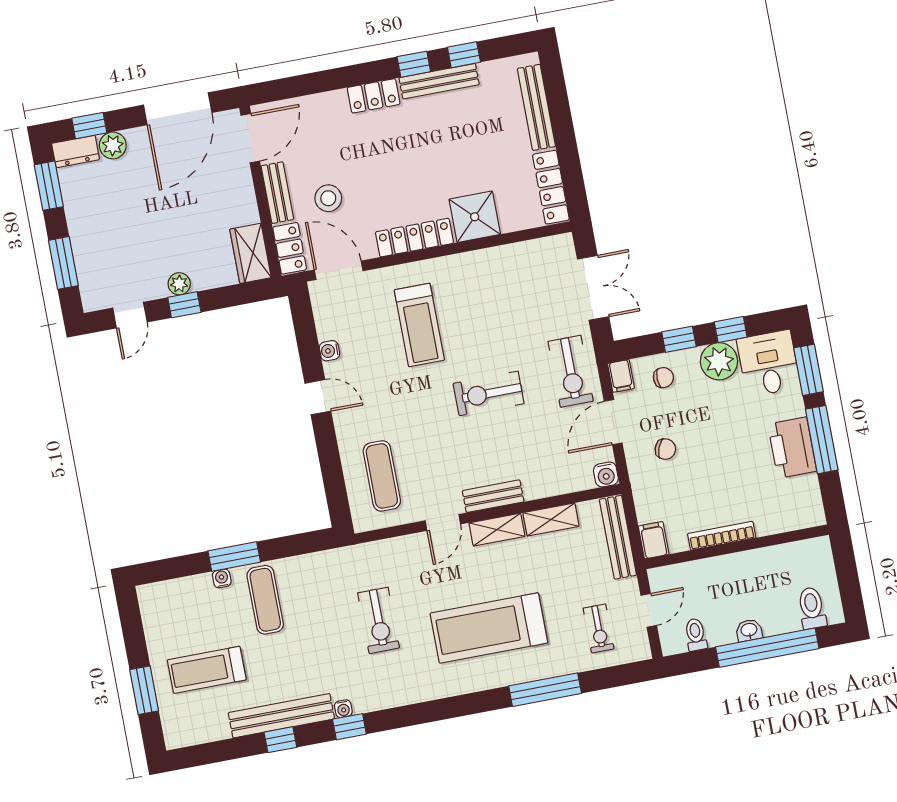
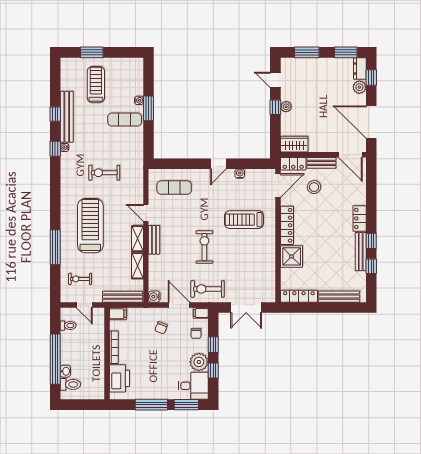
printer: (792, 448) -> (119, 378), moved, turned 90
washbasin: (749, 630) -> (65, 371), moved

